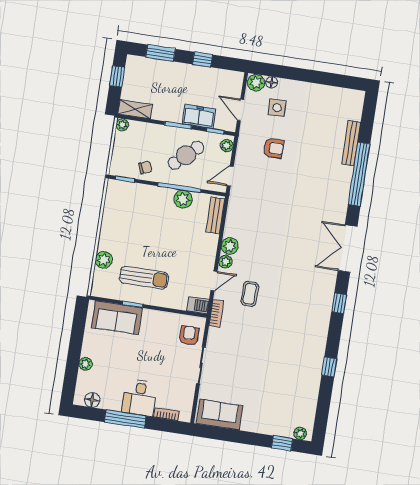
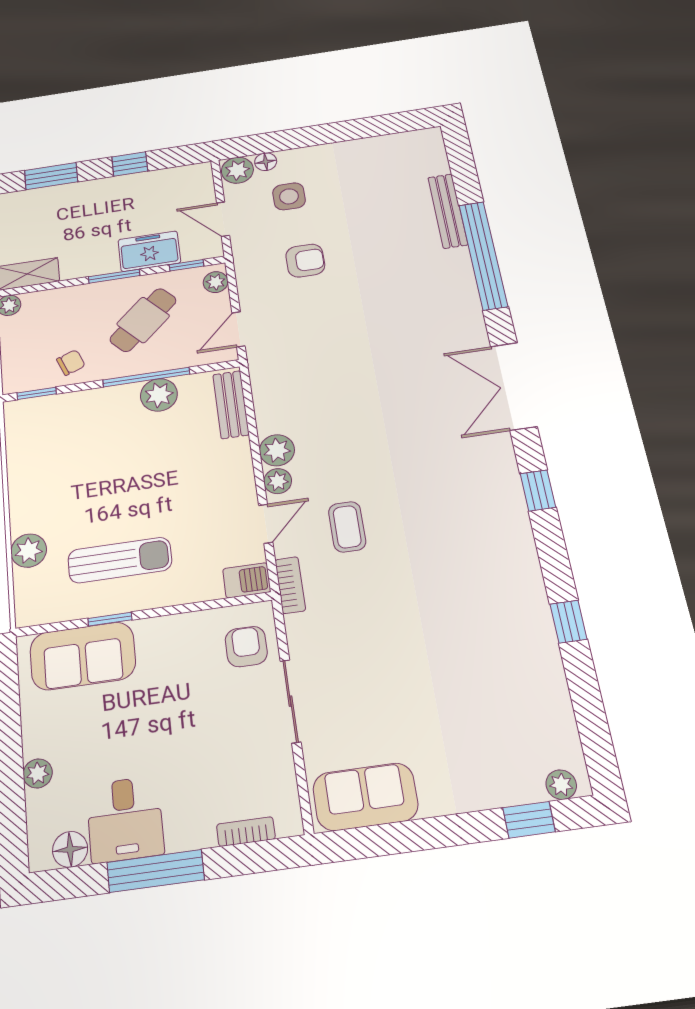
desk: (140, 398) -> (125, 819), moved

